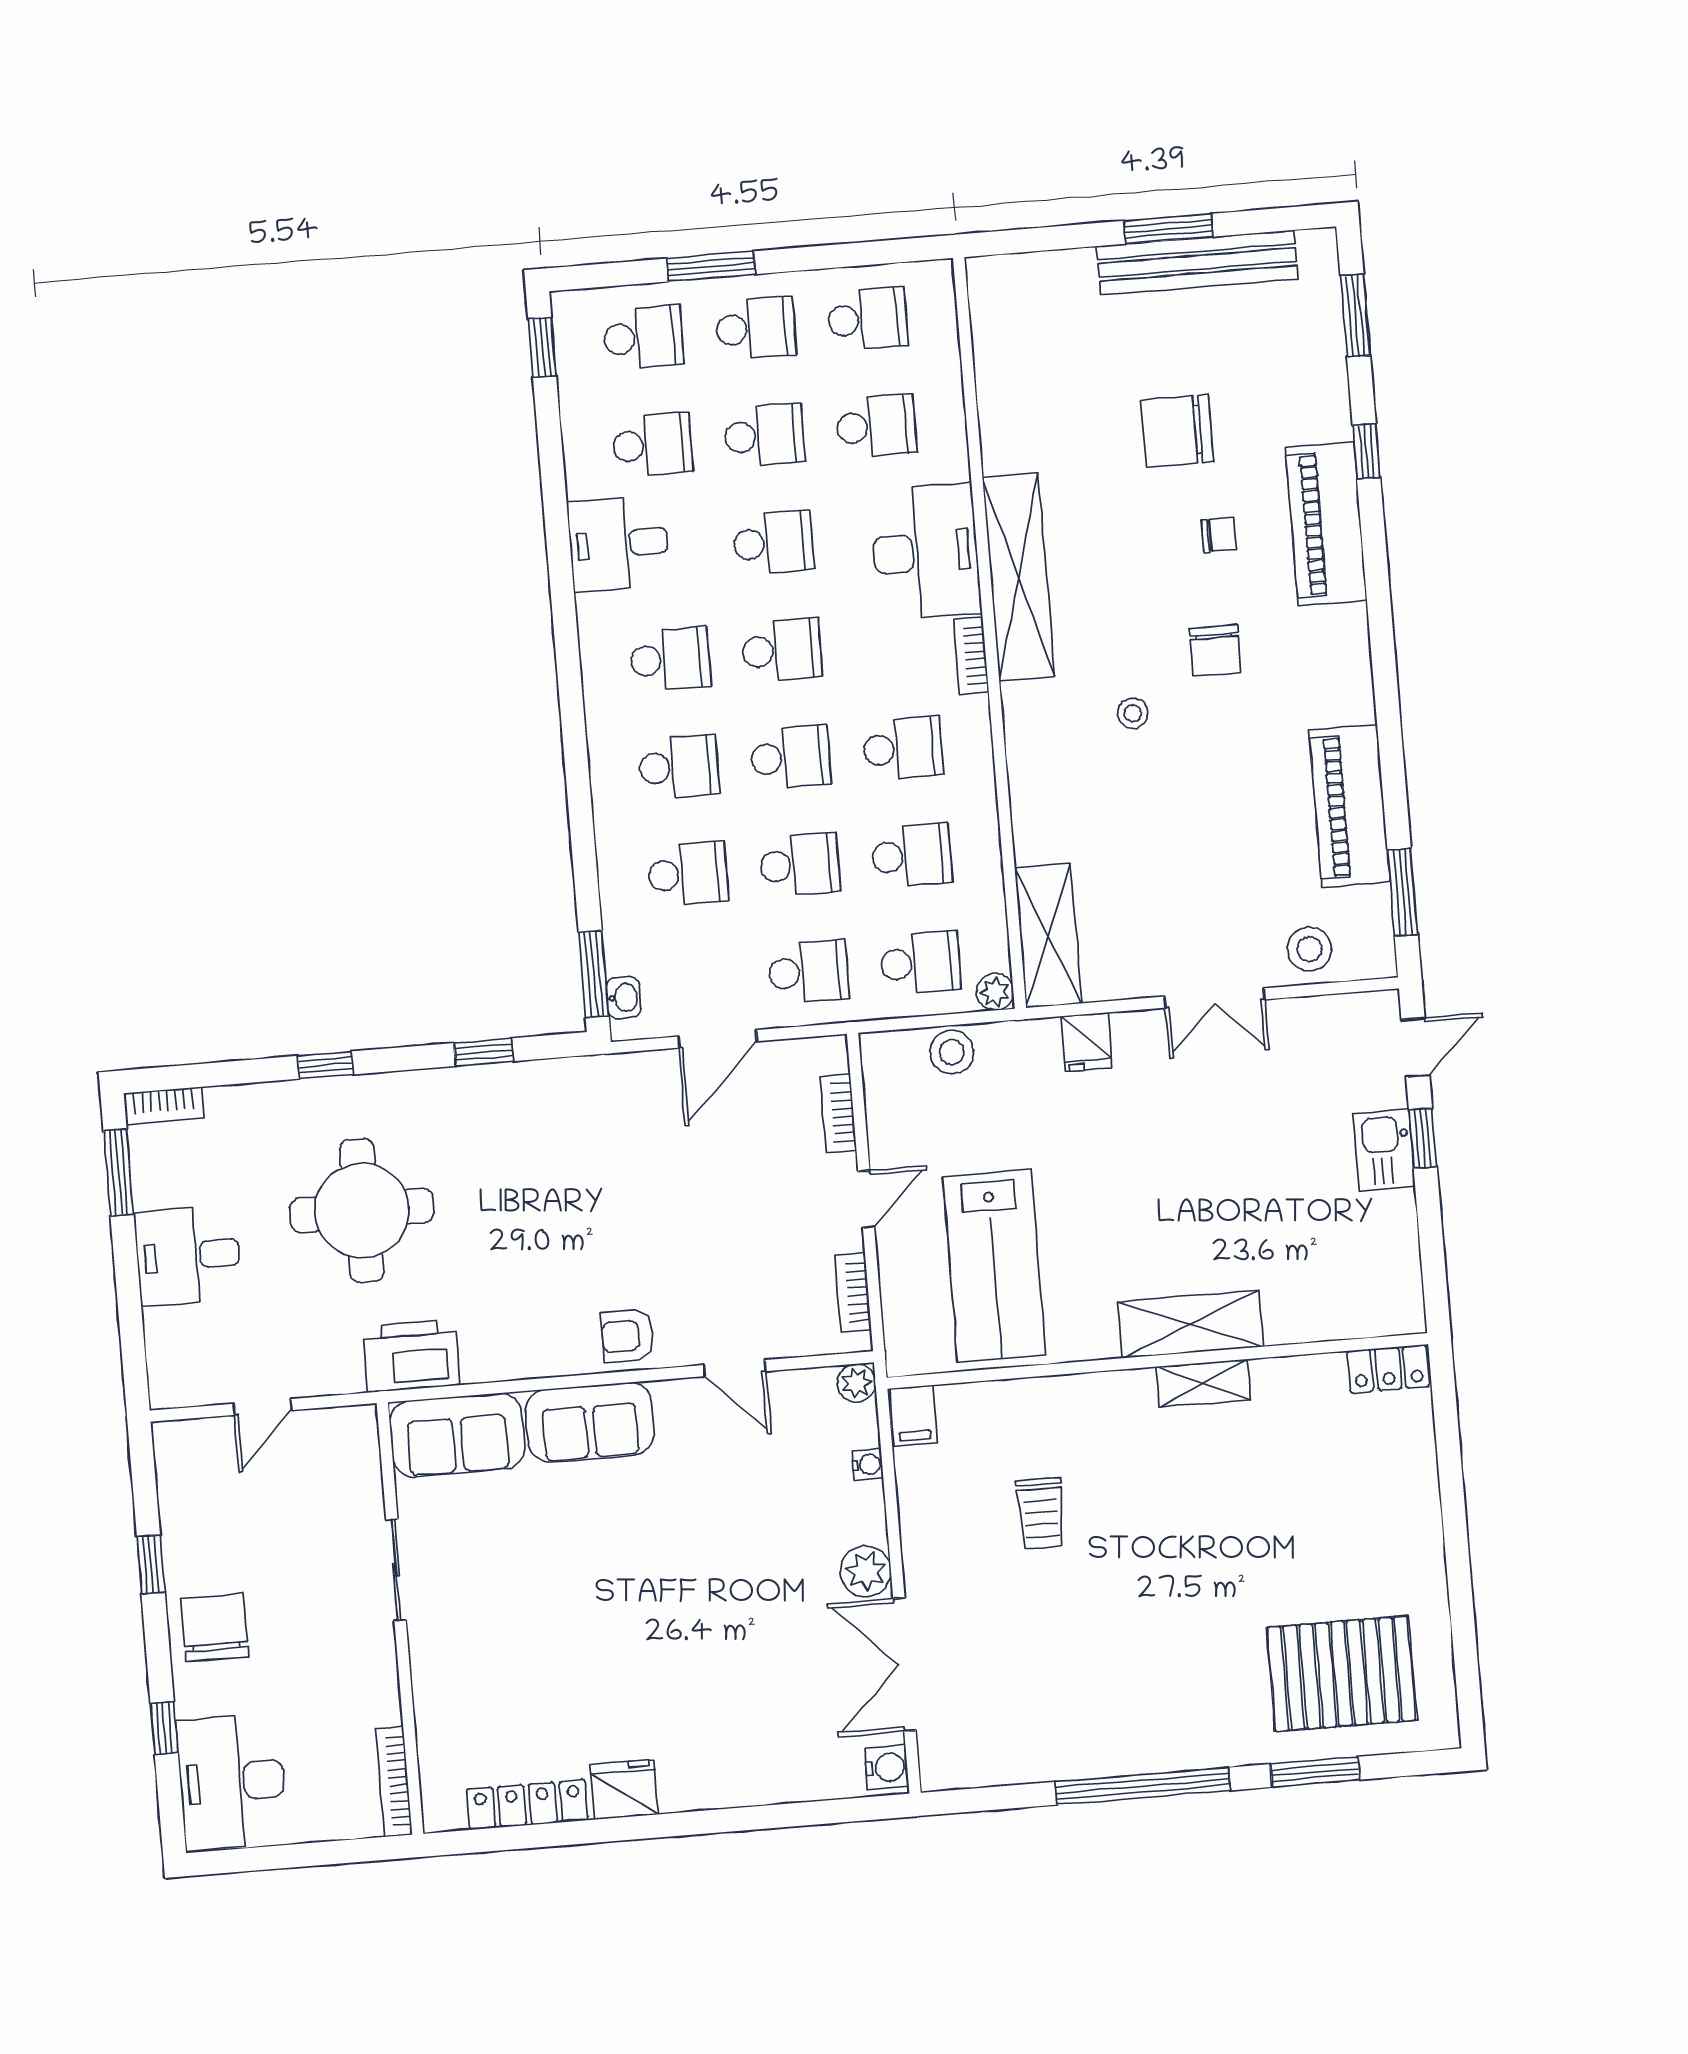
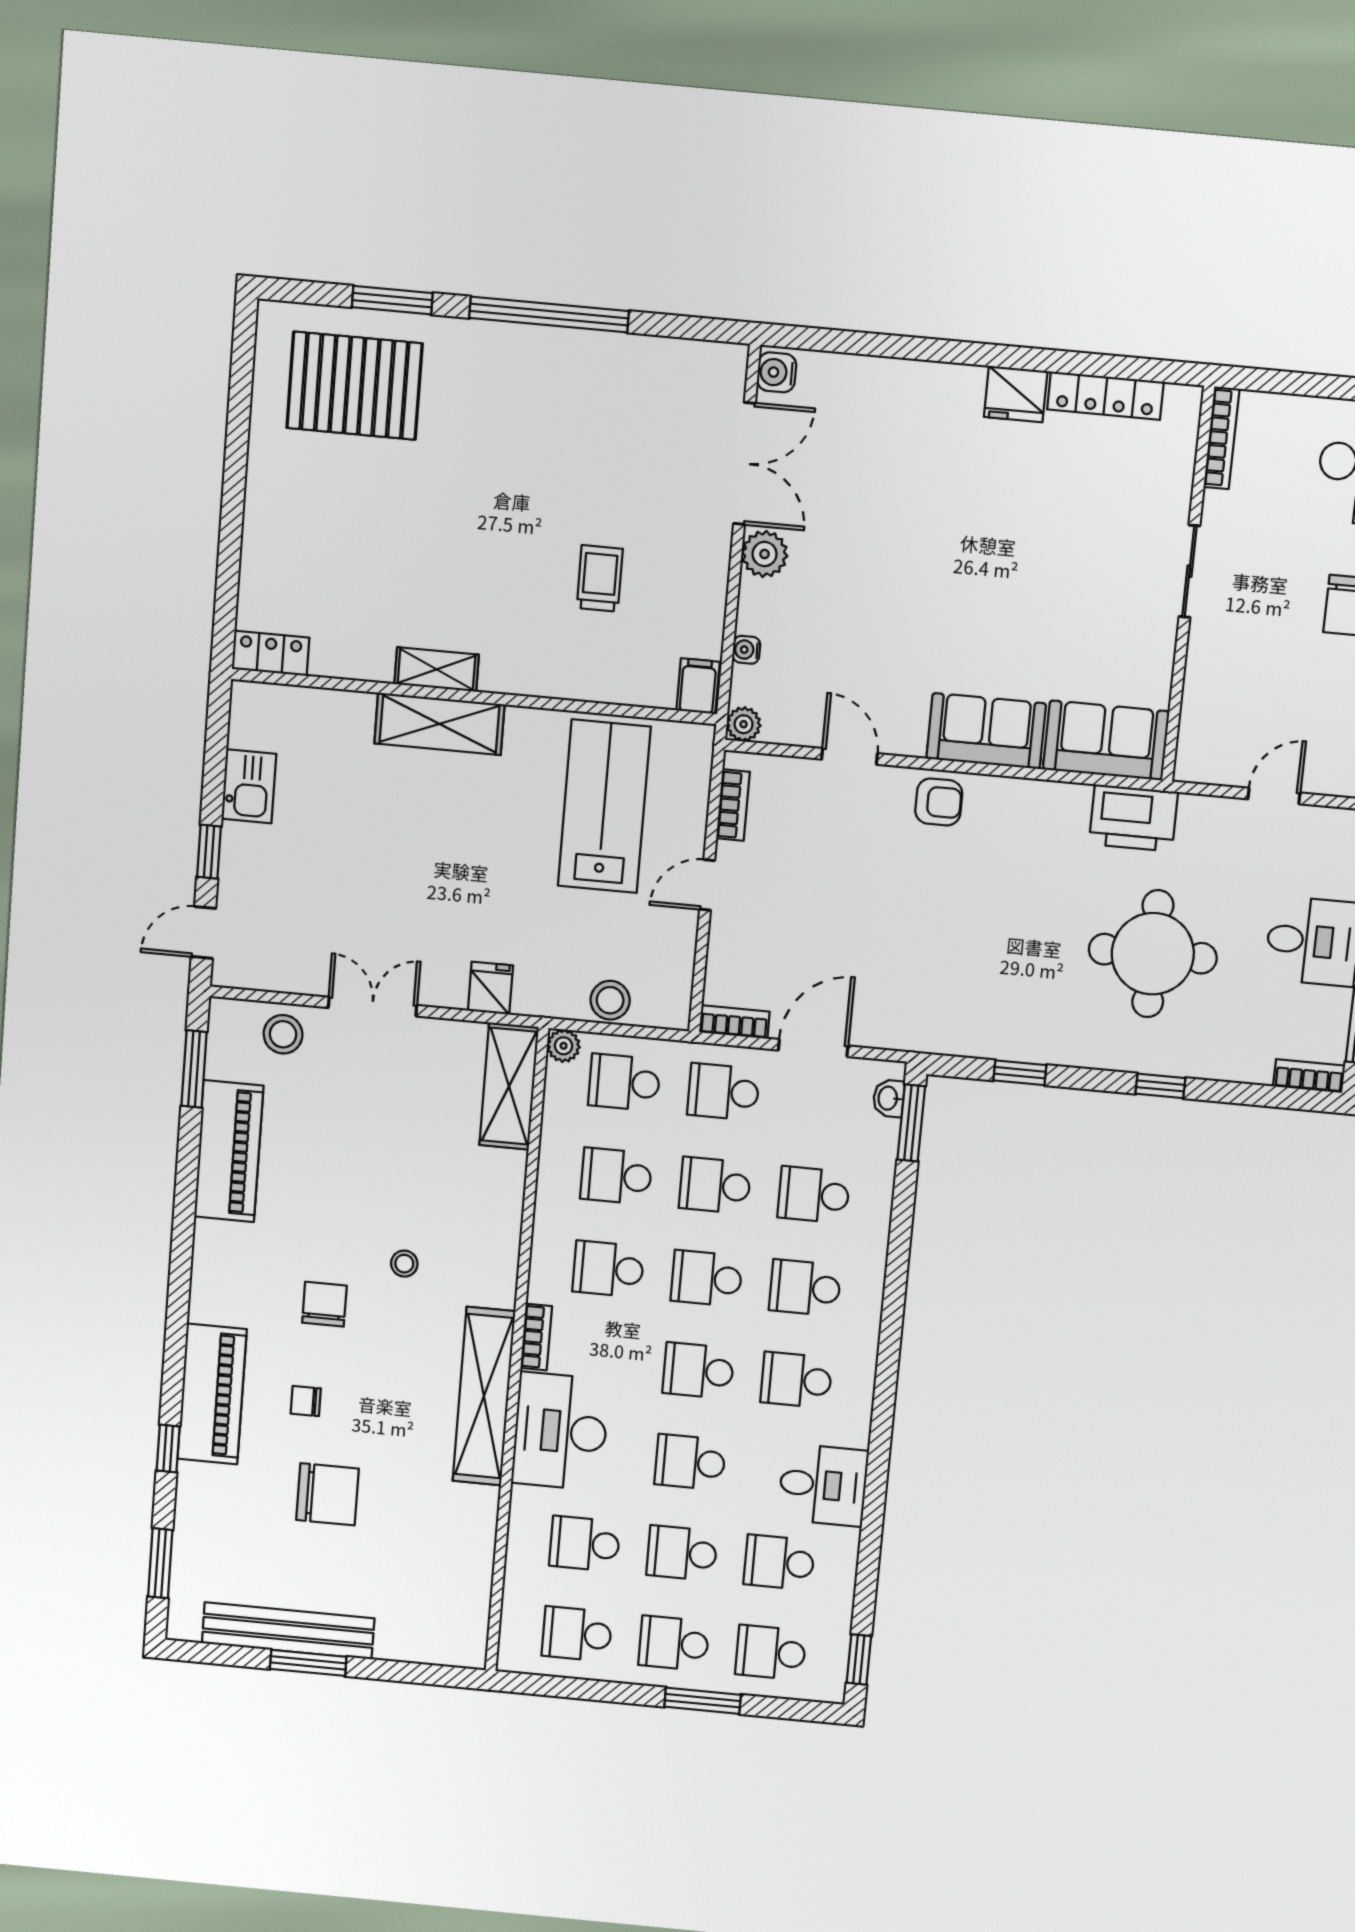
bookcase: (838, 1113) -> (734, 1022), moved, turned -90
kitchen sink: (1384, 1150) -> (249, 786), moved
sliding door: (396, 1570) -> (1189, 571), moved

